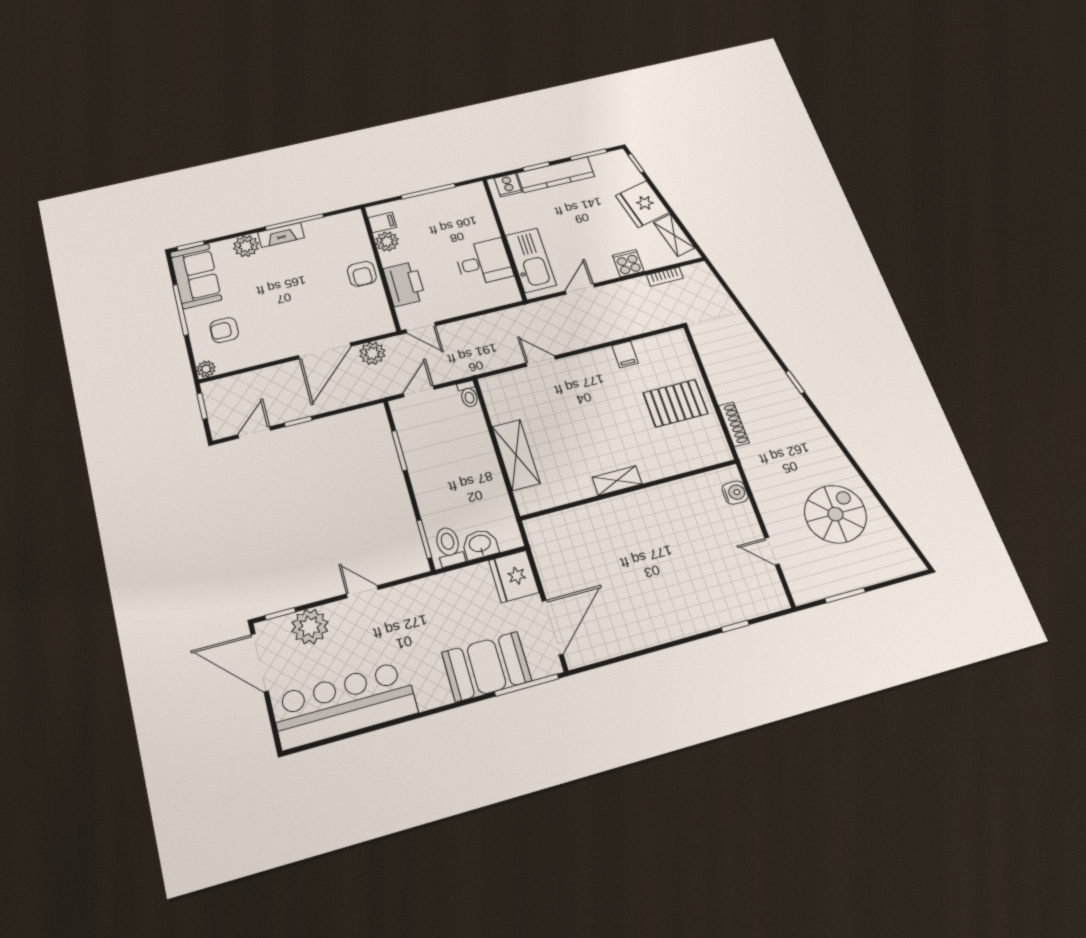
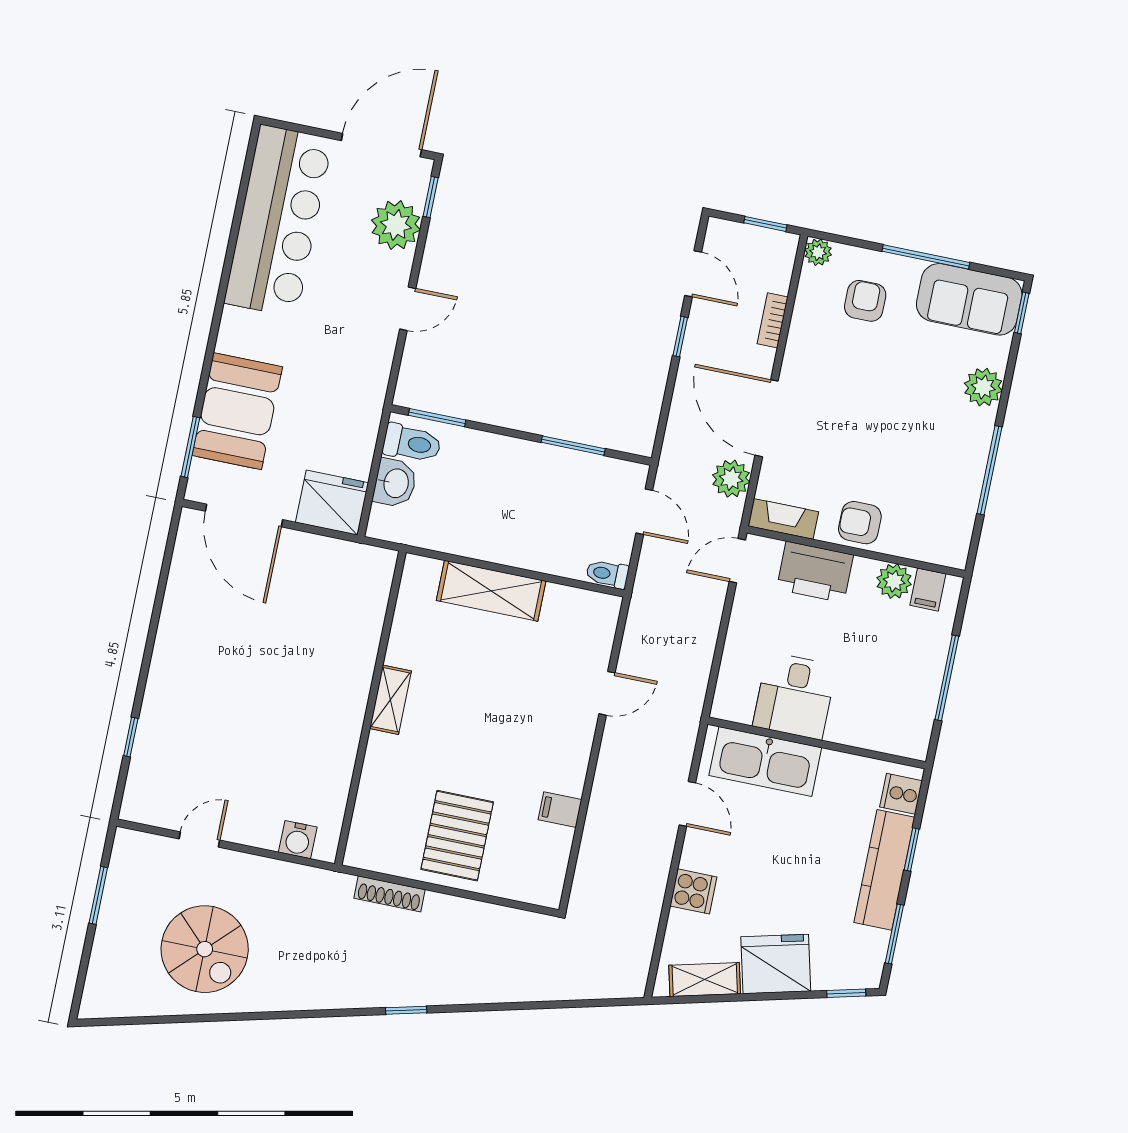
fireplace: (281, 235) -> (783, 519), moved, turned 90
bookcase: (665, 277) -> (773, 320), moved
window: (527, 685) -> (190, 447), width x0.69

